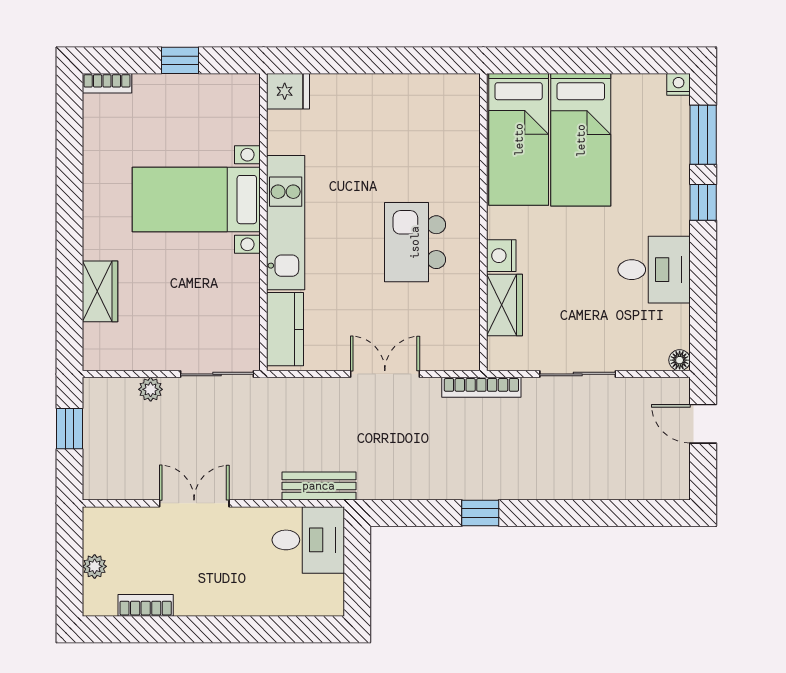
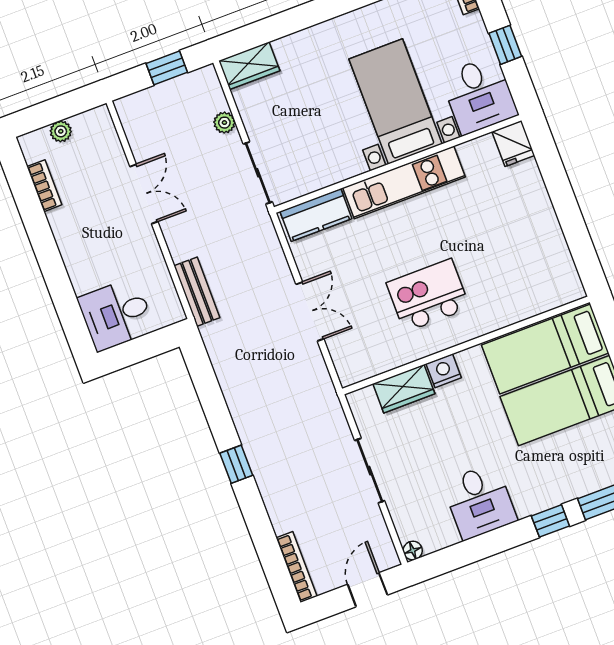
desk: (223, 108) -> (479, 95), added
wardrobe: (100, 291) -> (249, 66), moved
bookcase: (481, 387) -> (297, 567), moved, turned 180
window: (480, 513) -> (236, 464), moved
desk: (308, 540) -> (116, 314), moved, turned 90

